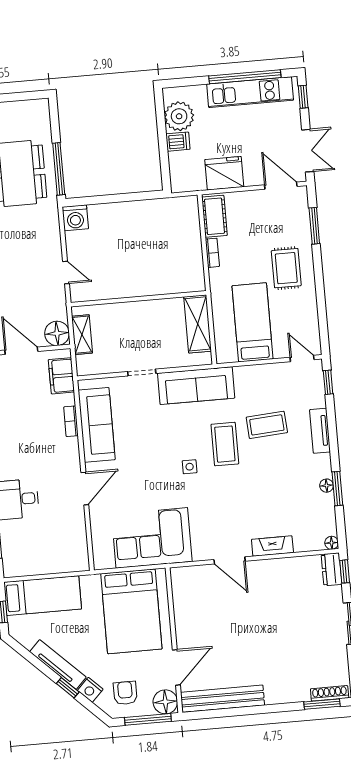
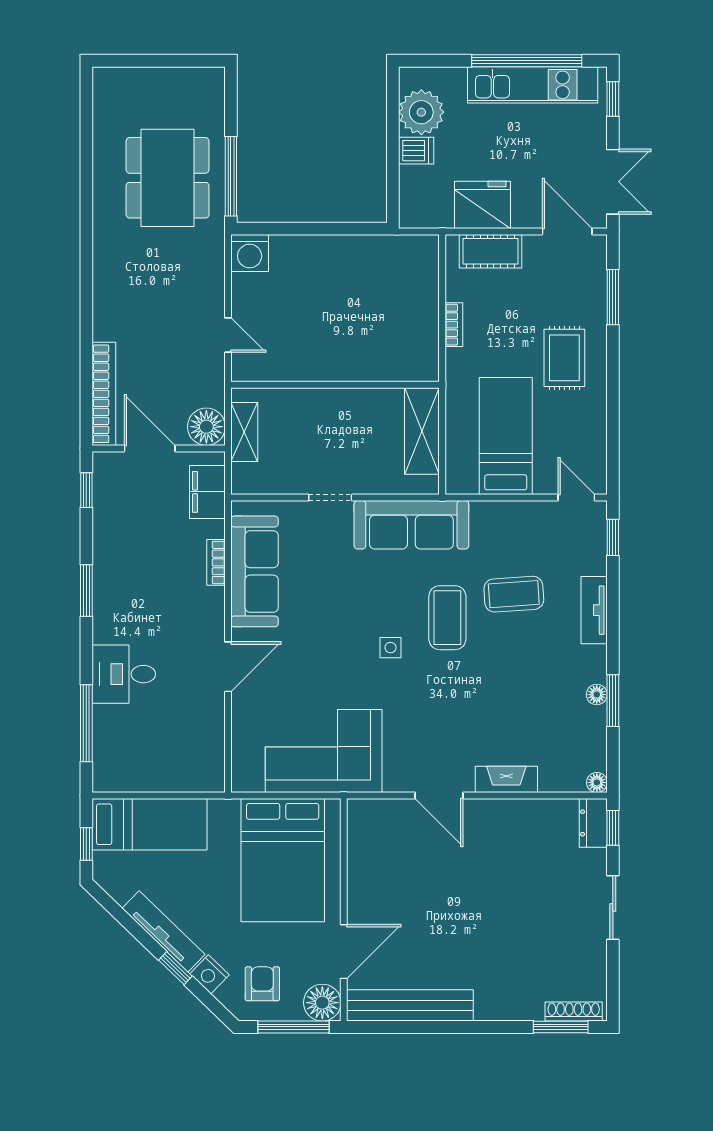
cot: (214, 216) -> (491, 251), moved, turned 90

